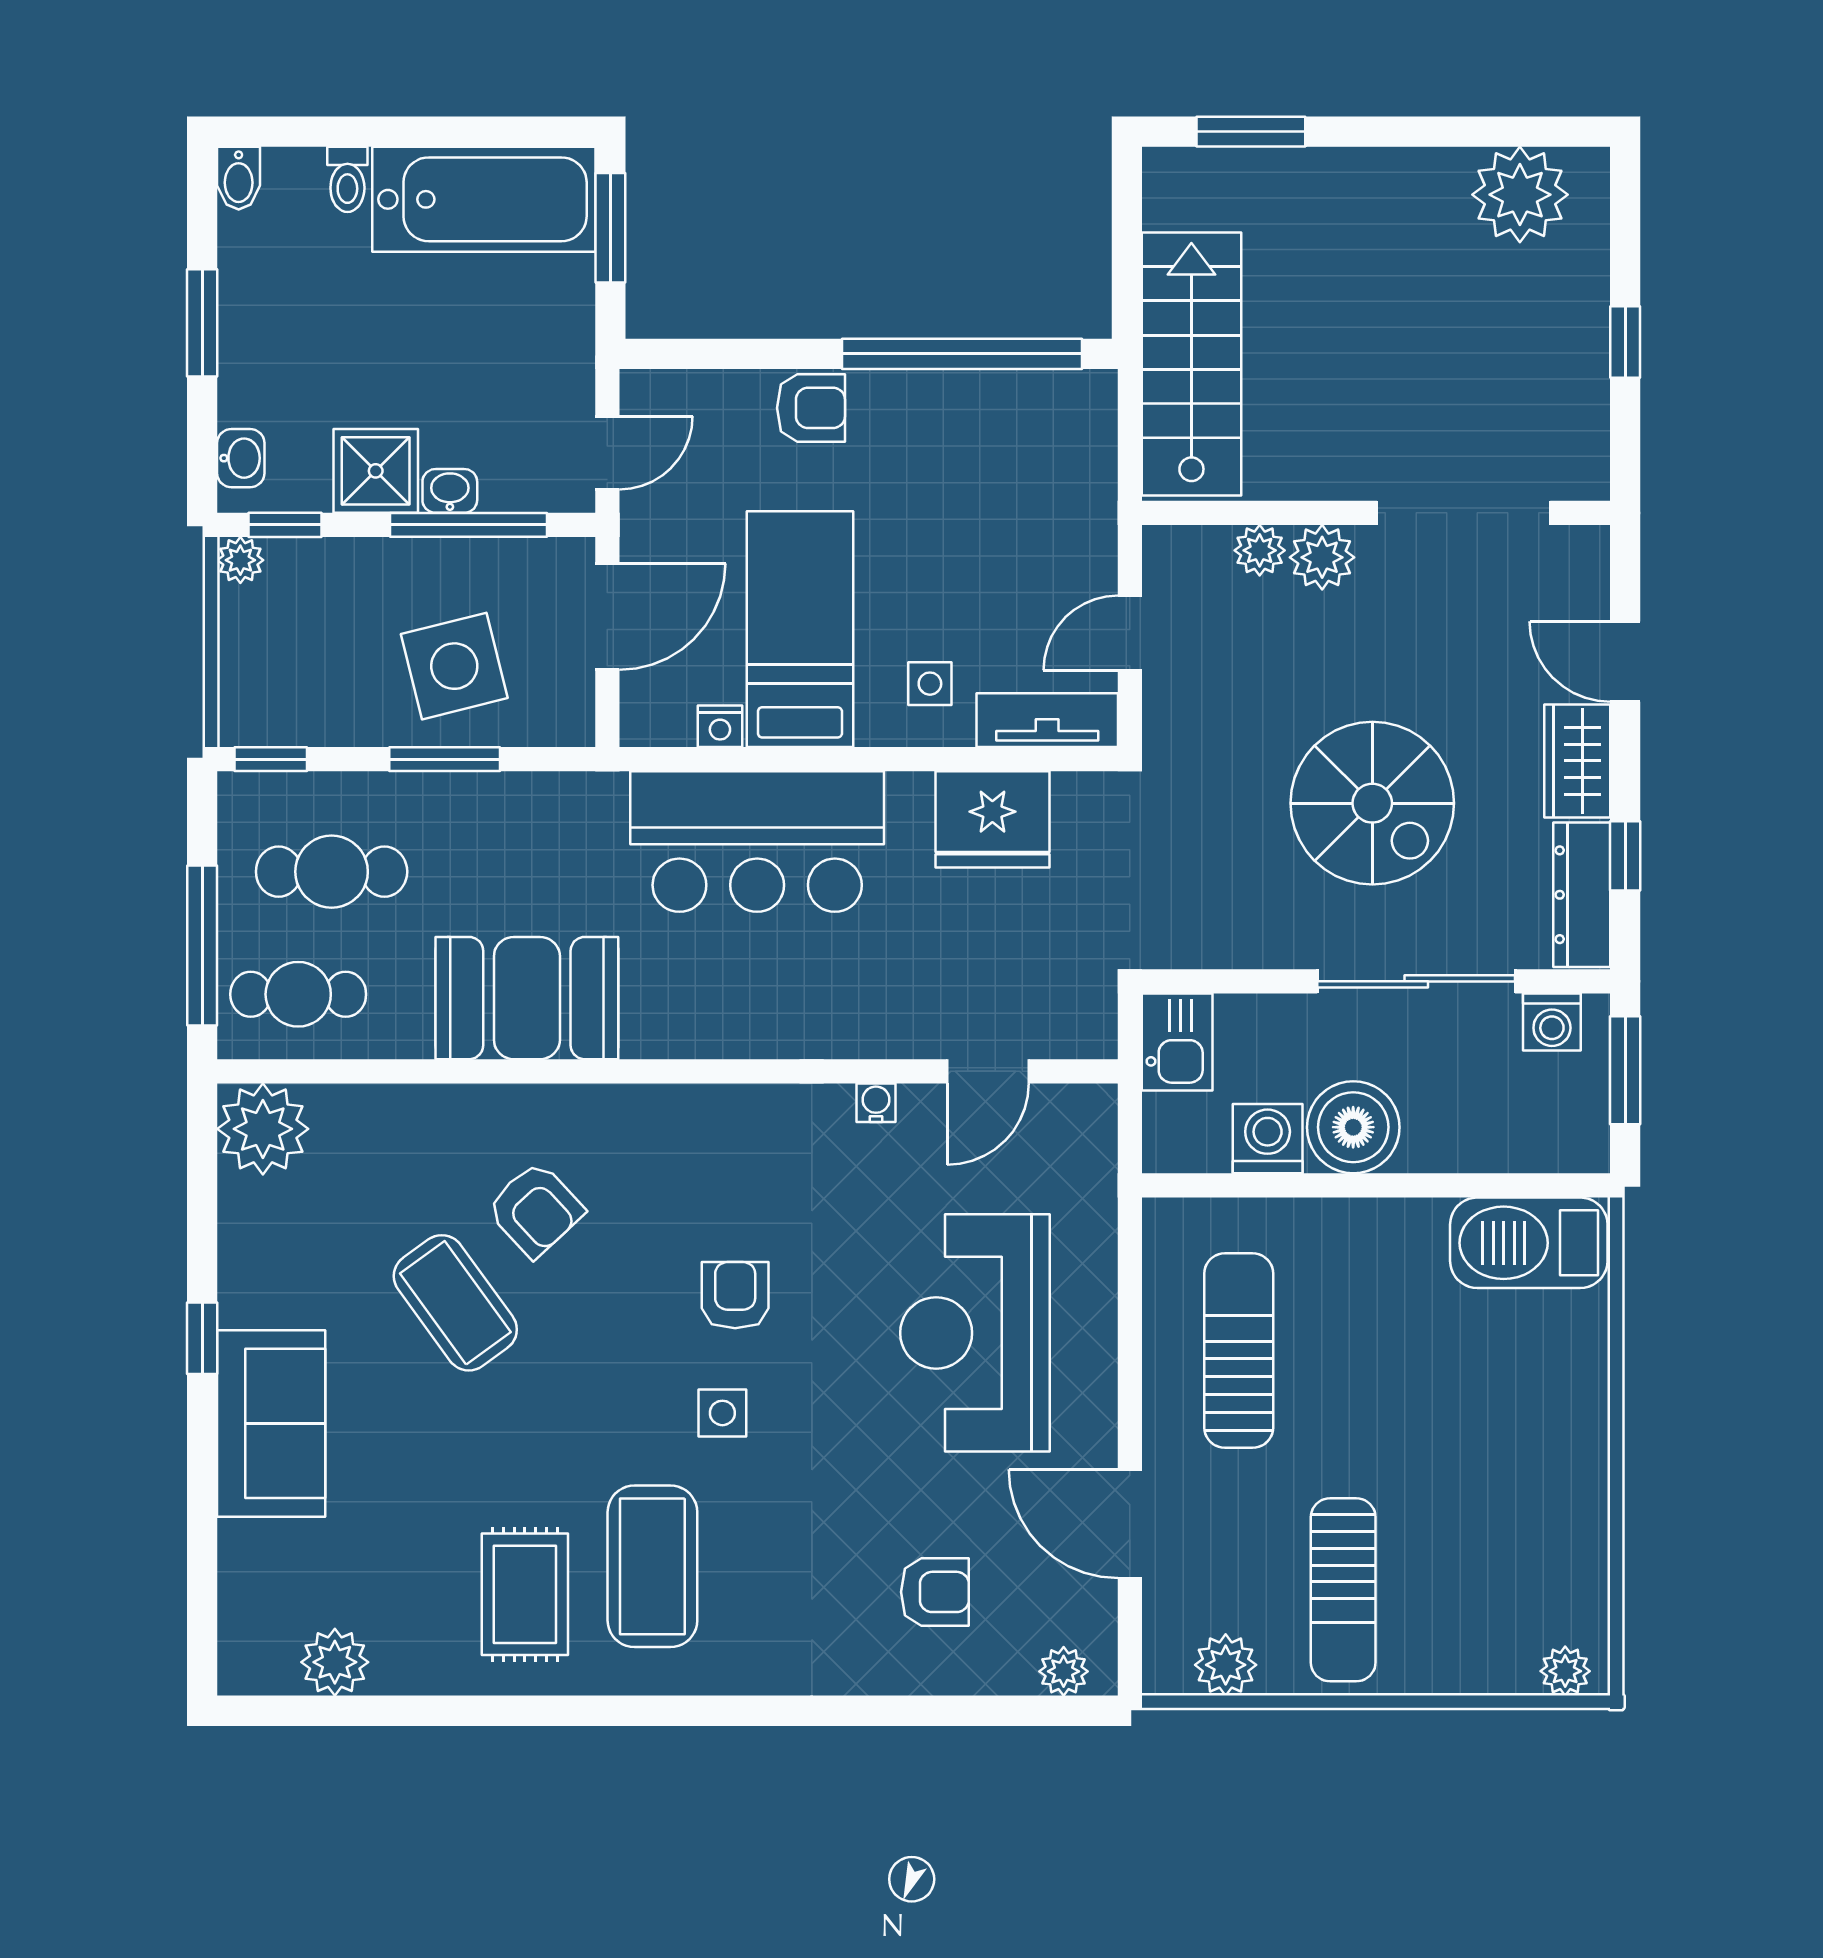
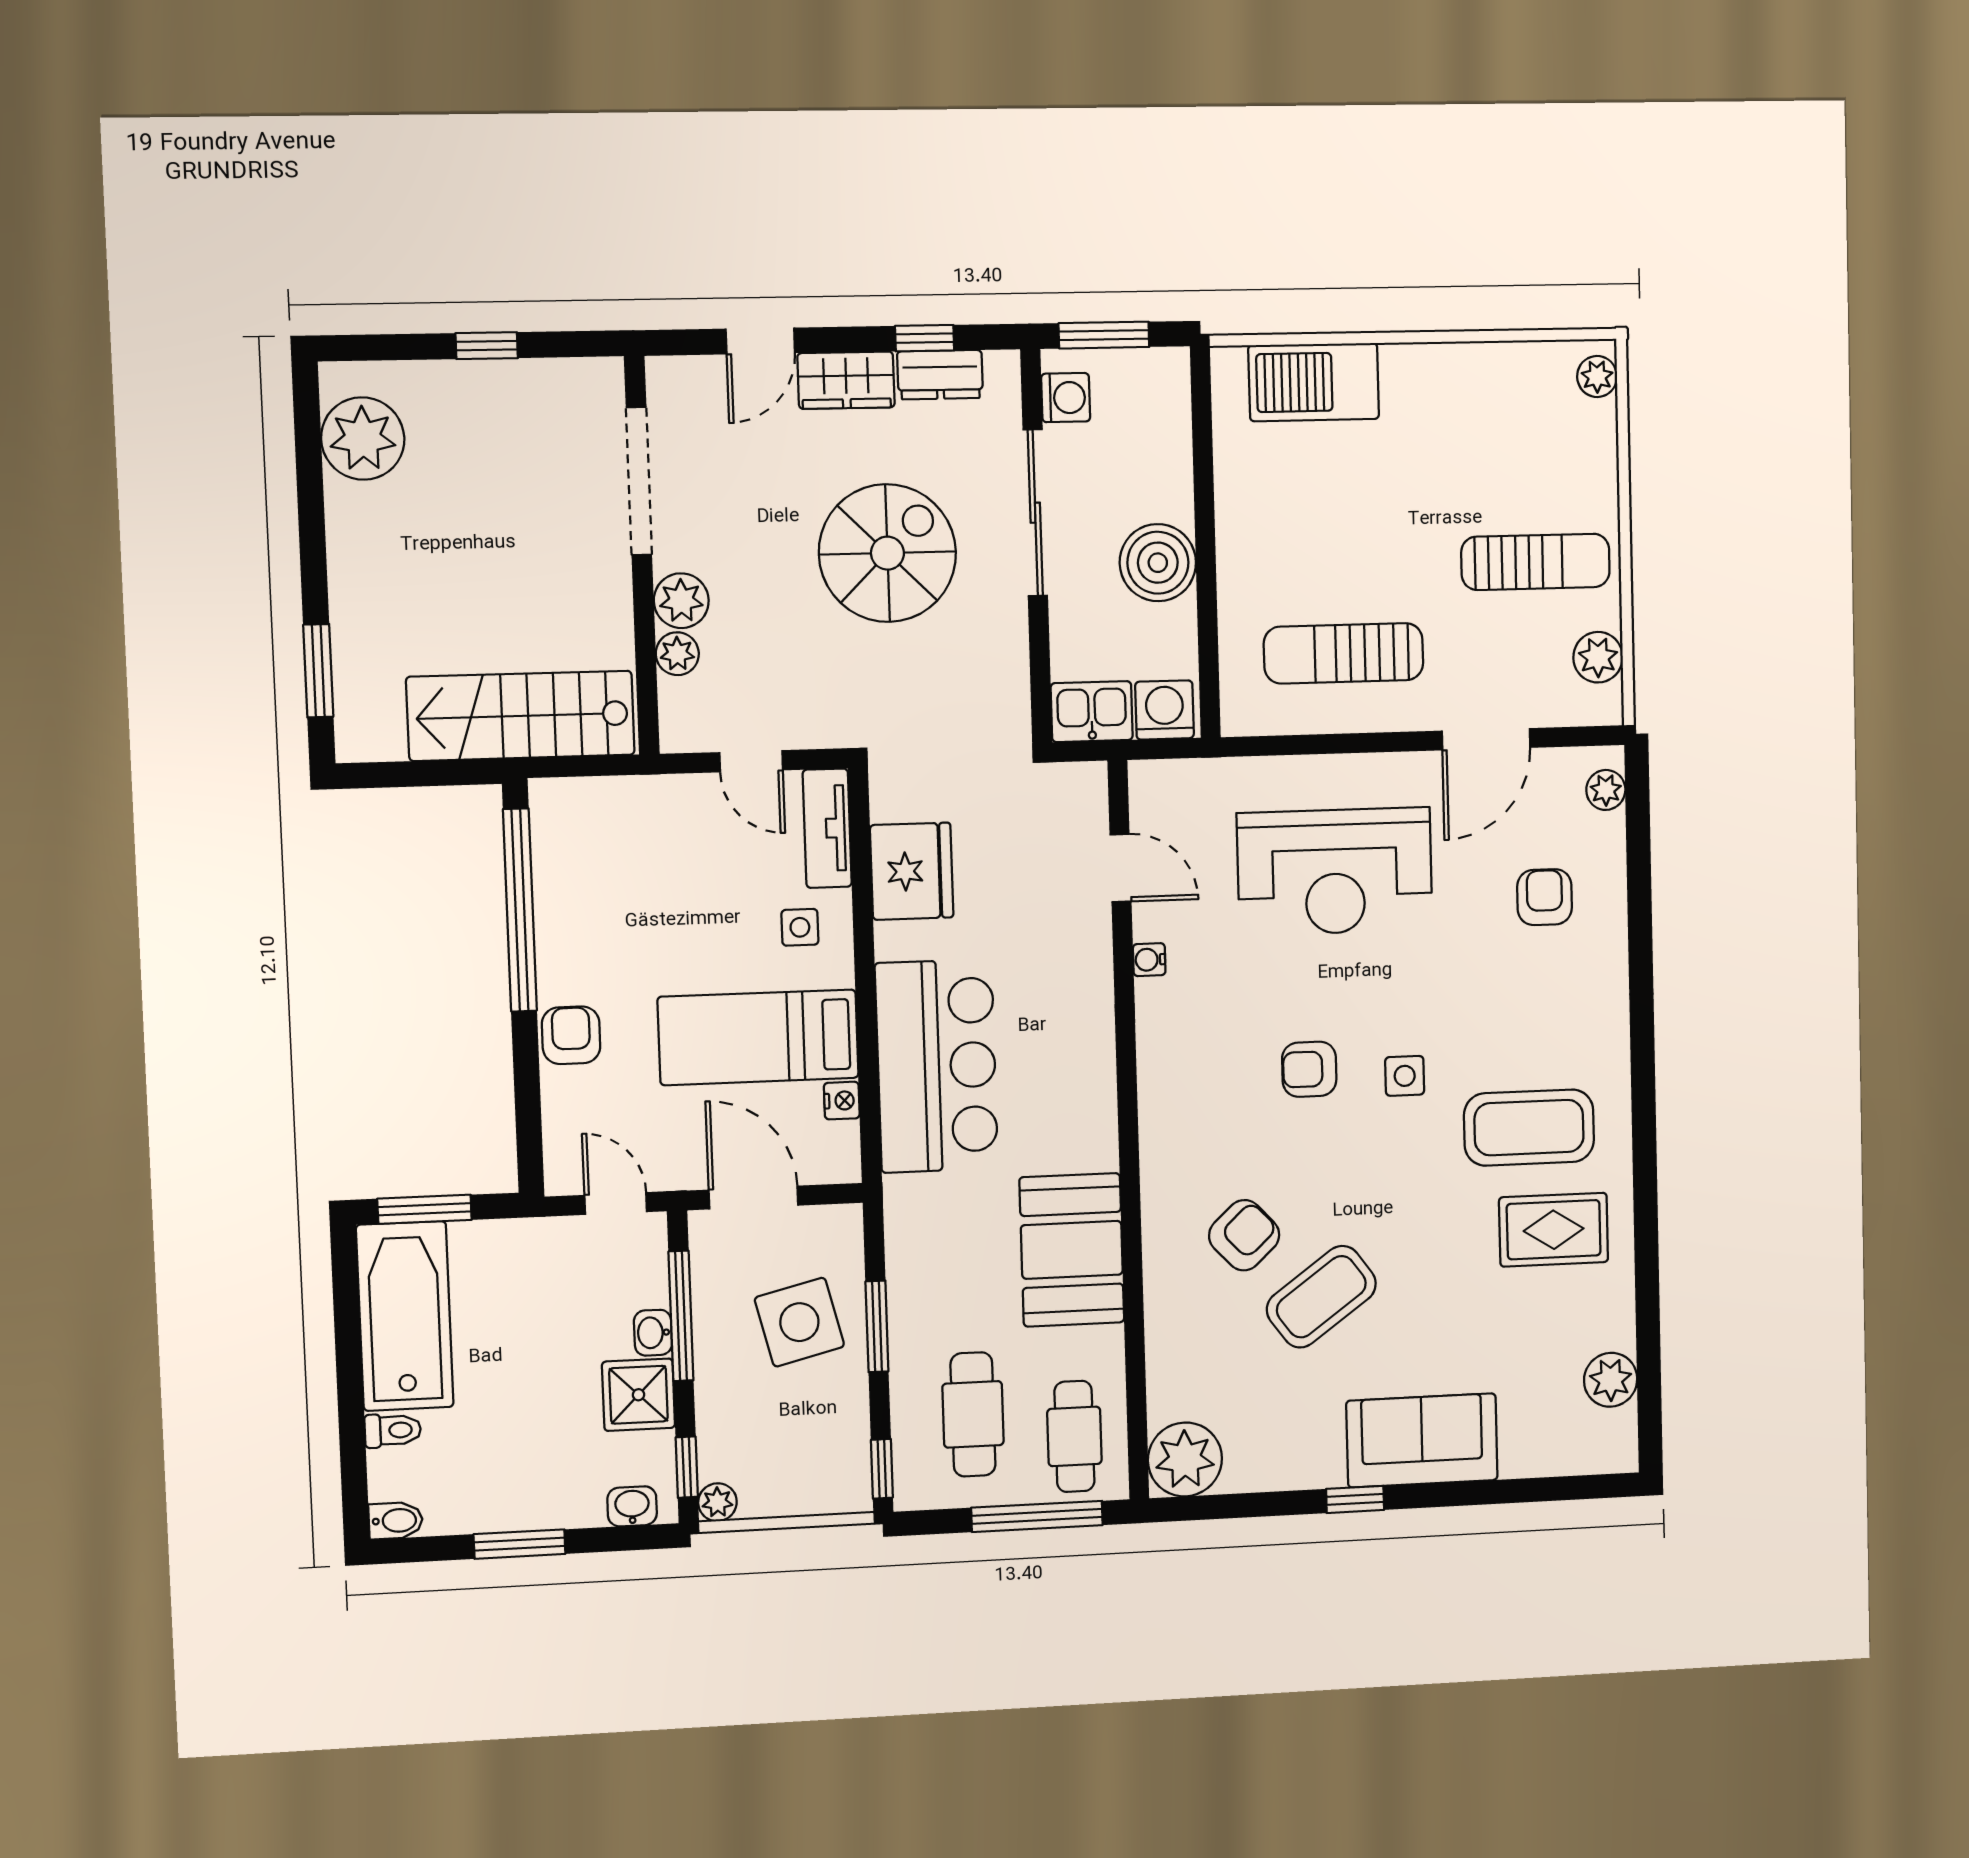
dresser: (1582, 895) -> (940, 375), width x0.70
washing machine: (1268, 1139) -> (1164, 710), moved, turned 90
barbecue: (1529, 1243) -> (1314, 382), moved, turned 90

